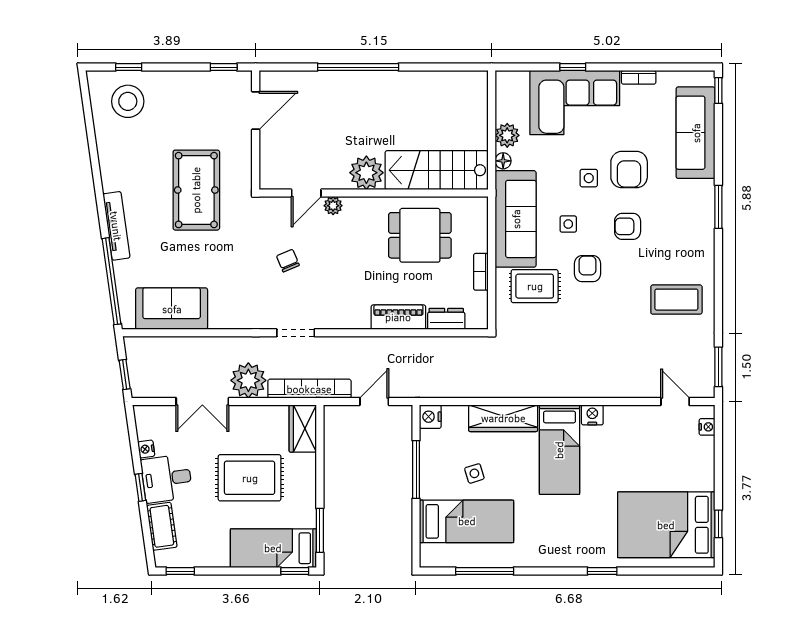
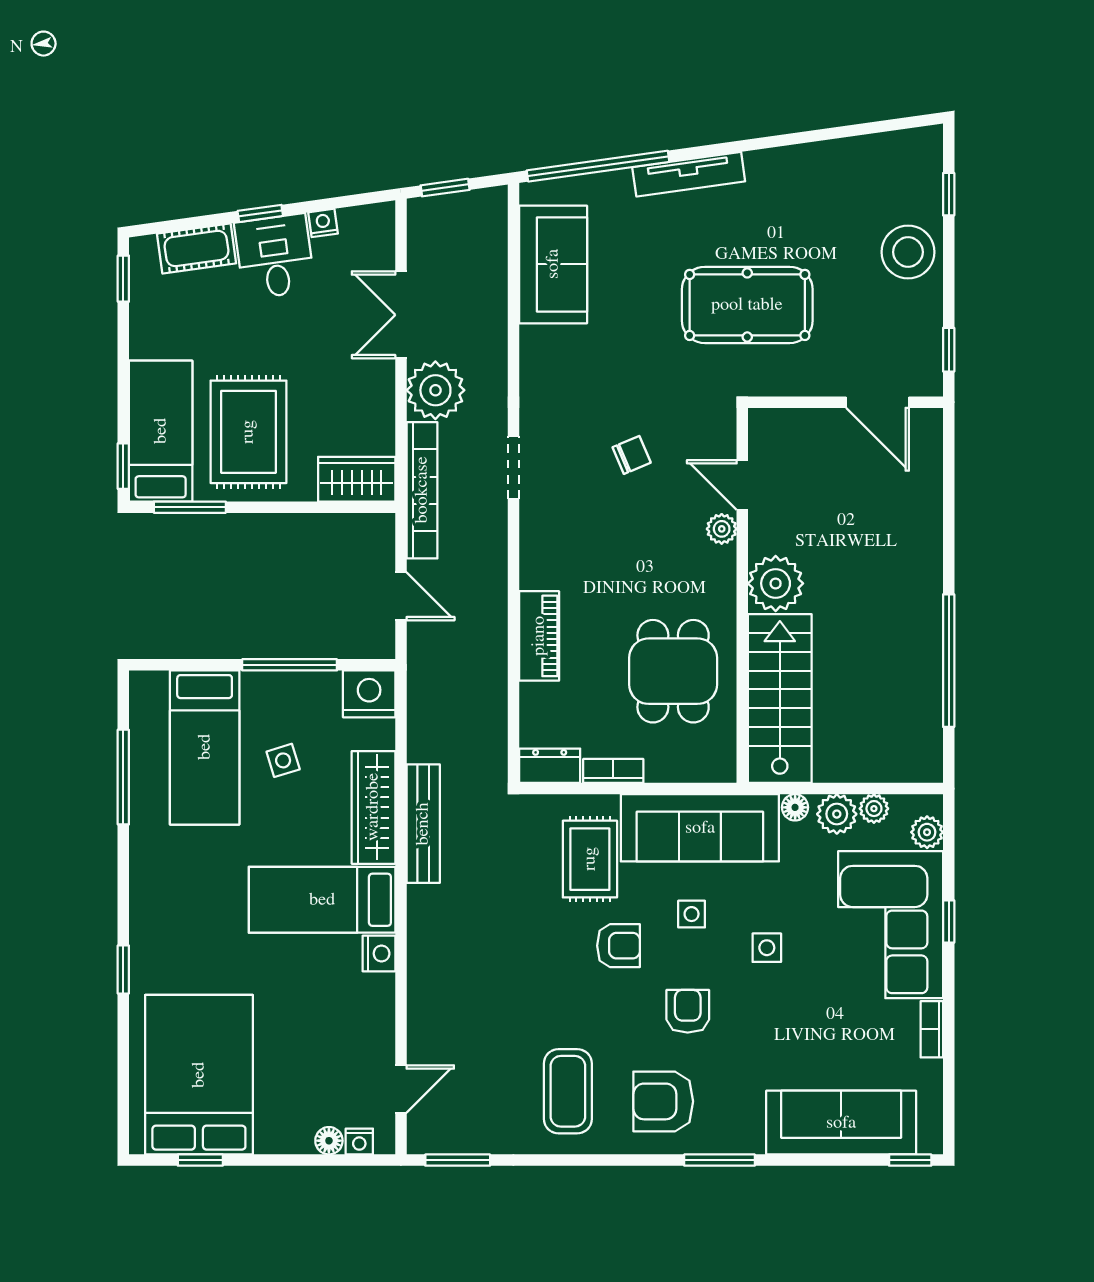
window: (358, 67) -> (949, 661), moved
plant: (518, 80) -> (927, 832), added
stool: (128, 101) -> (908, 252), moved
plant: (504, 113) -> (874, 809), added
armchair: (629, 170) -> (663, 1101), moved
dresser: (446, 319) -> (550, 766), moved, turned -90
bench: (513, 388) -> (423, 824), added
nightstand: (430, 417) -> (369, 694), width x1.36, depth x1.33
floor lamp: (707, 445) -> (329, 1141), added
rug: (250, 478) -> (248, 432), moved

